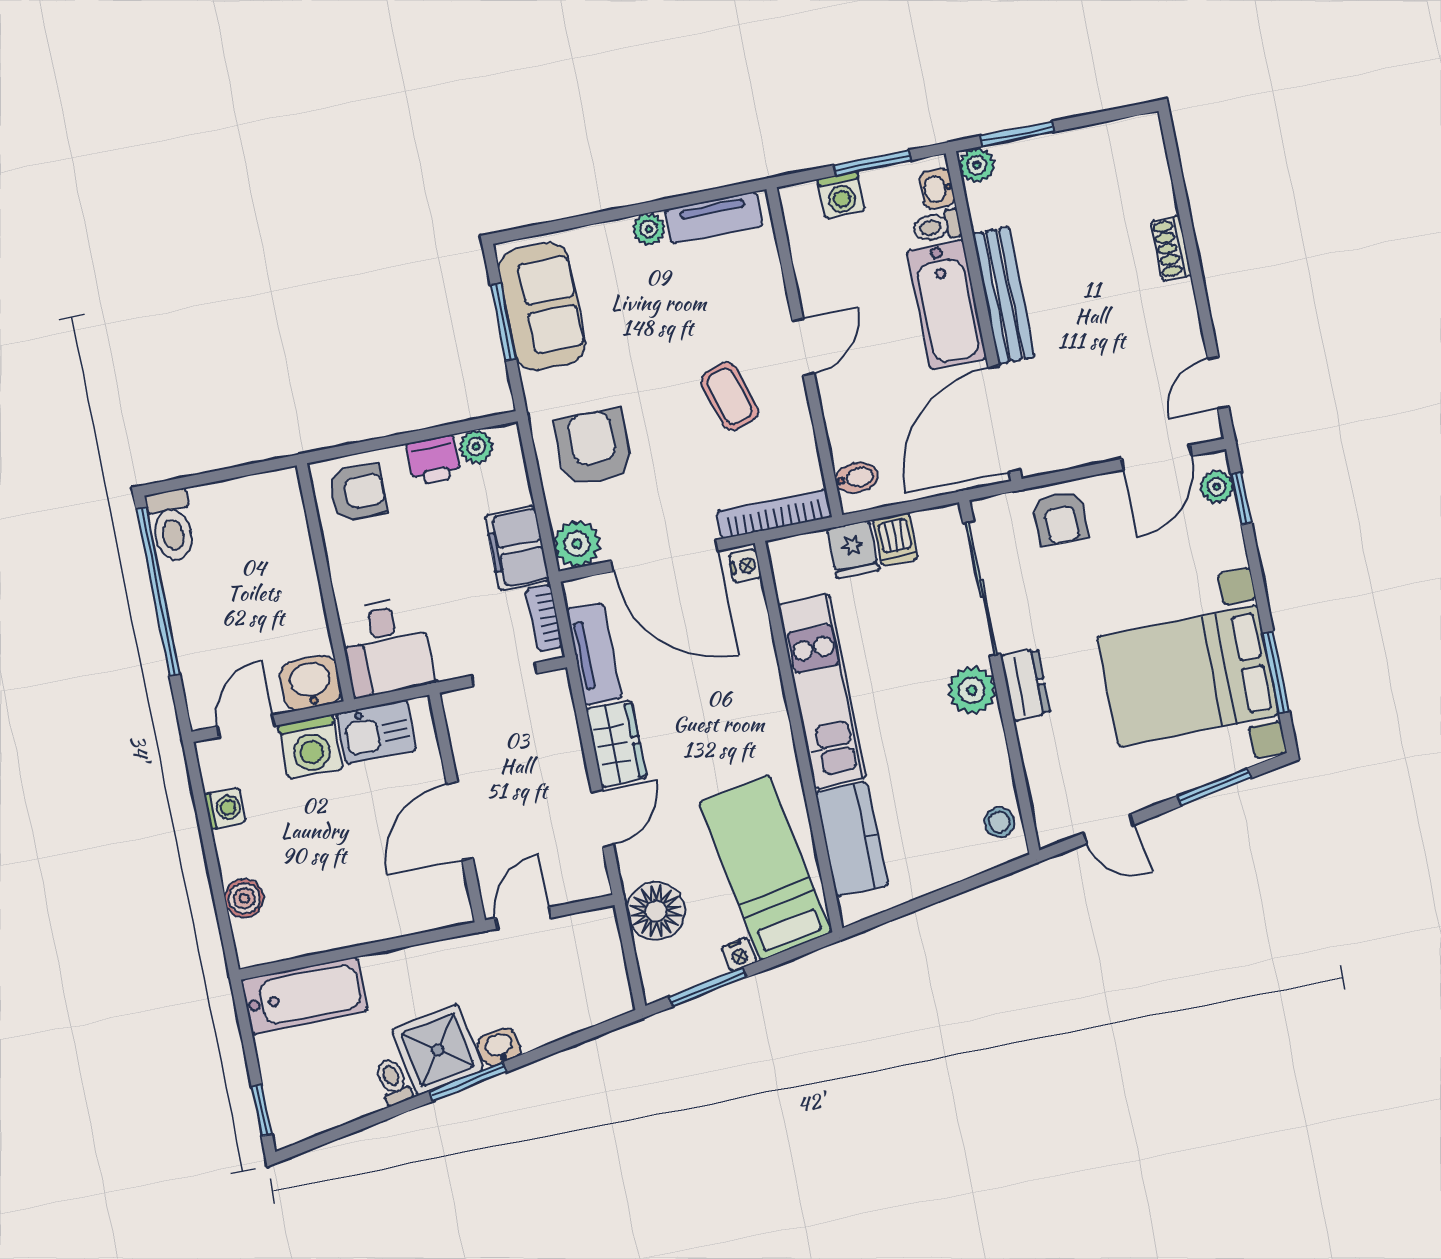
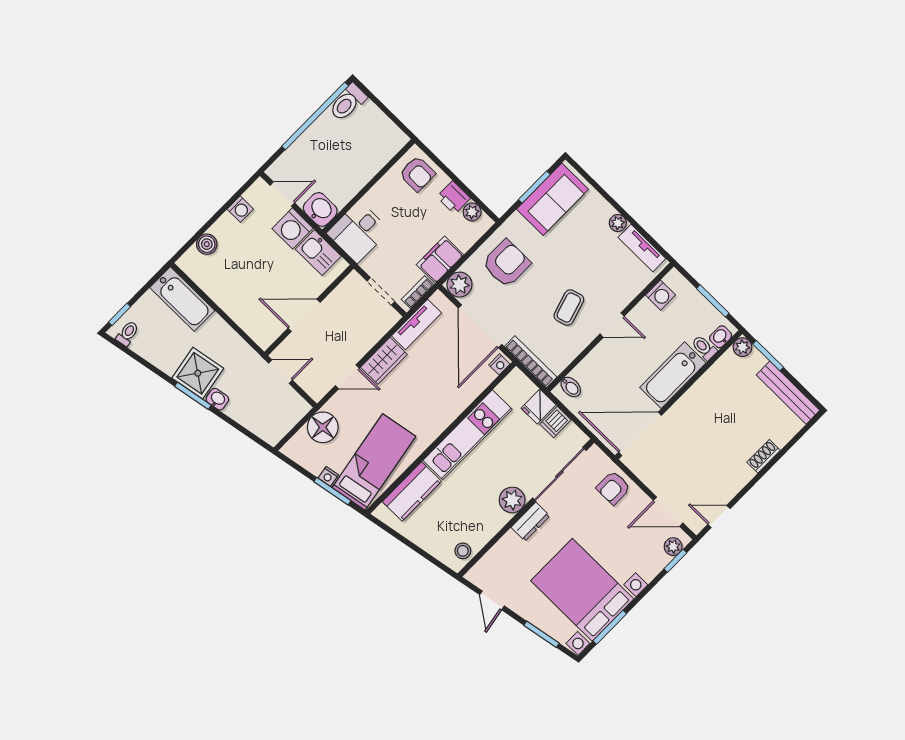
washing machine: (841, 195) -> (661, 295), moved, turned -90
bench: (1004, 295) -> (788, 393), moved, turned 90
window: (707, 987) -> (332, 491), moved
toilet: (393, 1081) -> (128, 333), moved

